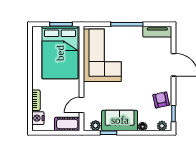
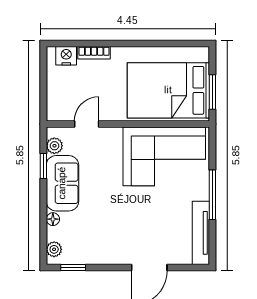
tv unit: (157, 32) -> (201, 233), width x1.41
armchair: (161, 100) -> (94, 248), removed
door: (82, 105) -> (87, 124), hinge flipped
cot: (67, 124) -> (57, 102), removed

